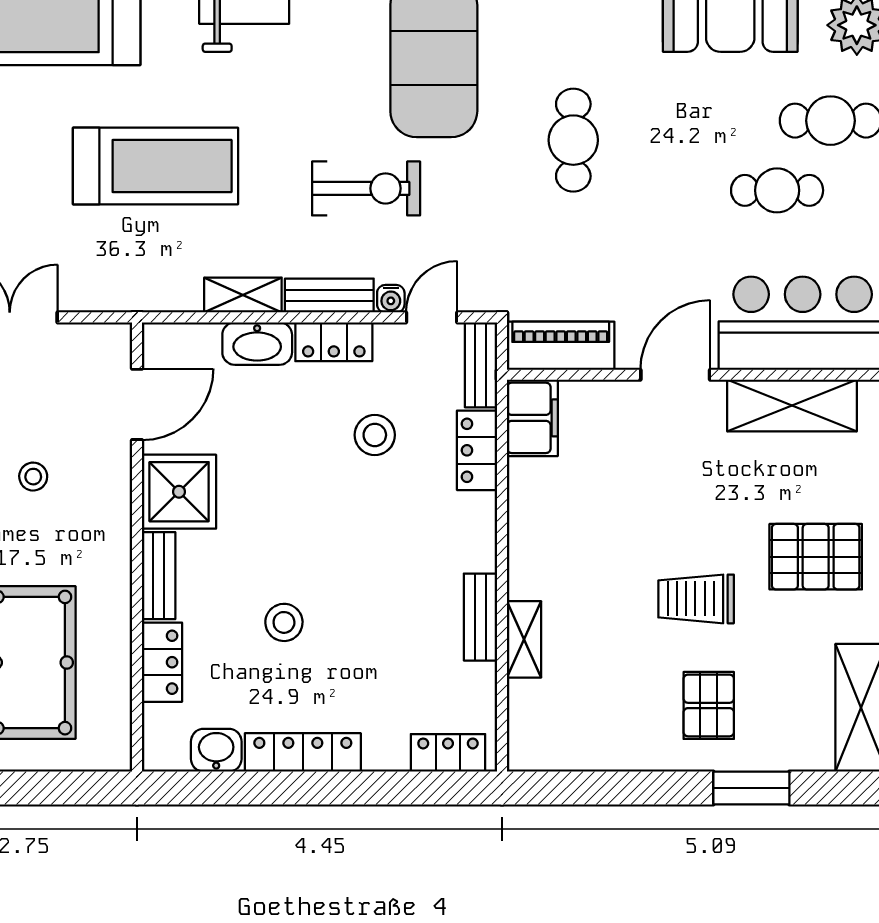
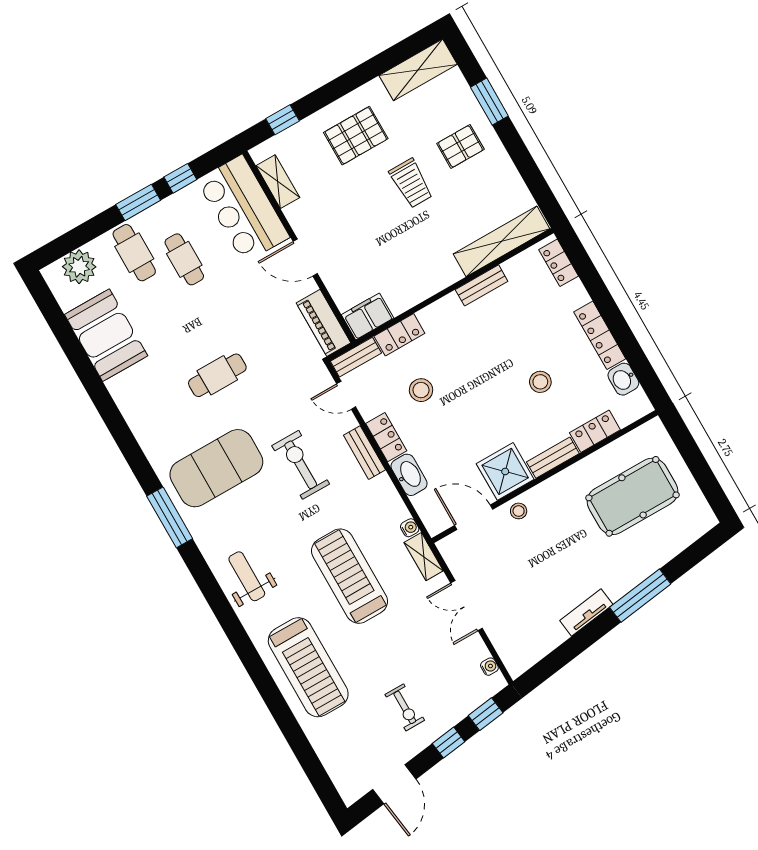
shelving: (243, 295) -> (424, 557), moved
water cooler: (391, 299) -> (410, 528), moved
shelving: (792, 406) -> (278, 182), width x0.67, depth x0.75
stool: (33, 477) -> (519, 511), moved
pallet: (816, 557) -> (356, 136), turned 90
shelving: (524, 639) -> (501, 241), width x2.20, depth x1.33

